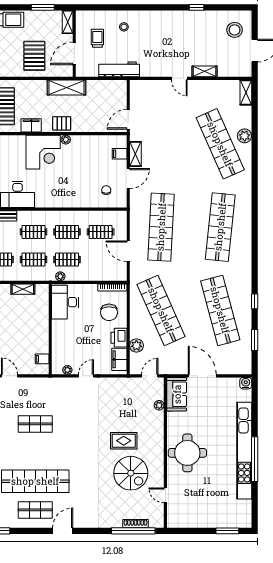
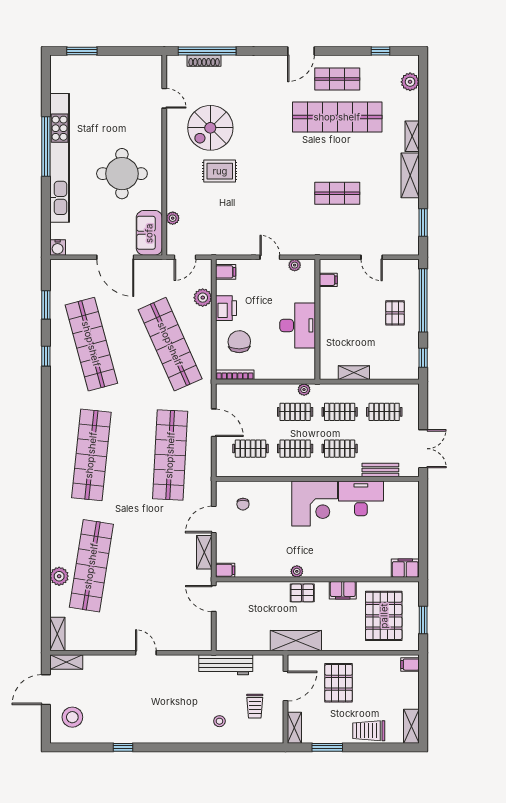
shelving: (204, 71) -> (66, 662), moved
door: (128, 119) -> (214, 598), swing flipped
shop shelf: (220, 144) -> (91, 566), turned 33
corner desk: (43, 152) -> (315, 504), moved, turned 180
filing cabinet: (120, 154) -> (225, 570), moved
desk: (65, 302) -> (298, 325), moved
filing cabinet: (119, 359) -> (226, 272), width x0.50
door: (86, 376) -> (270, 257), swing flipped
round table: (187, 453) -> (122, 174), moved
spiral stairs: (131, 473) -> (210, 128), turned -90

